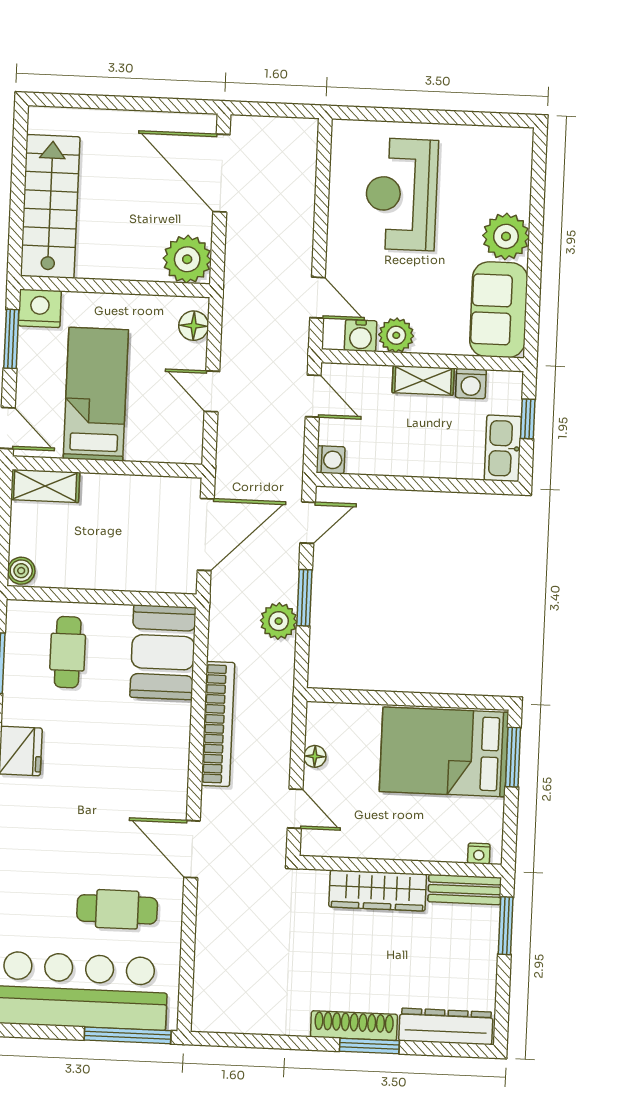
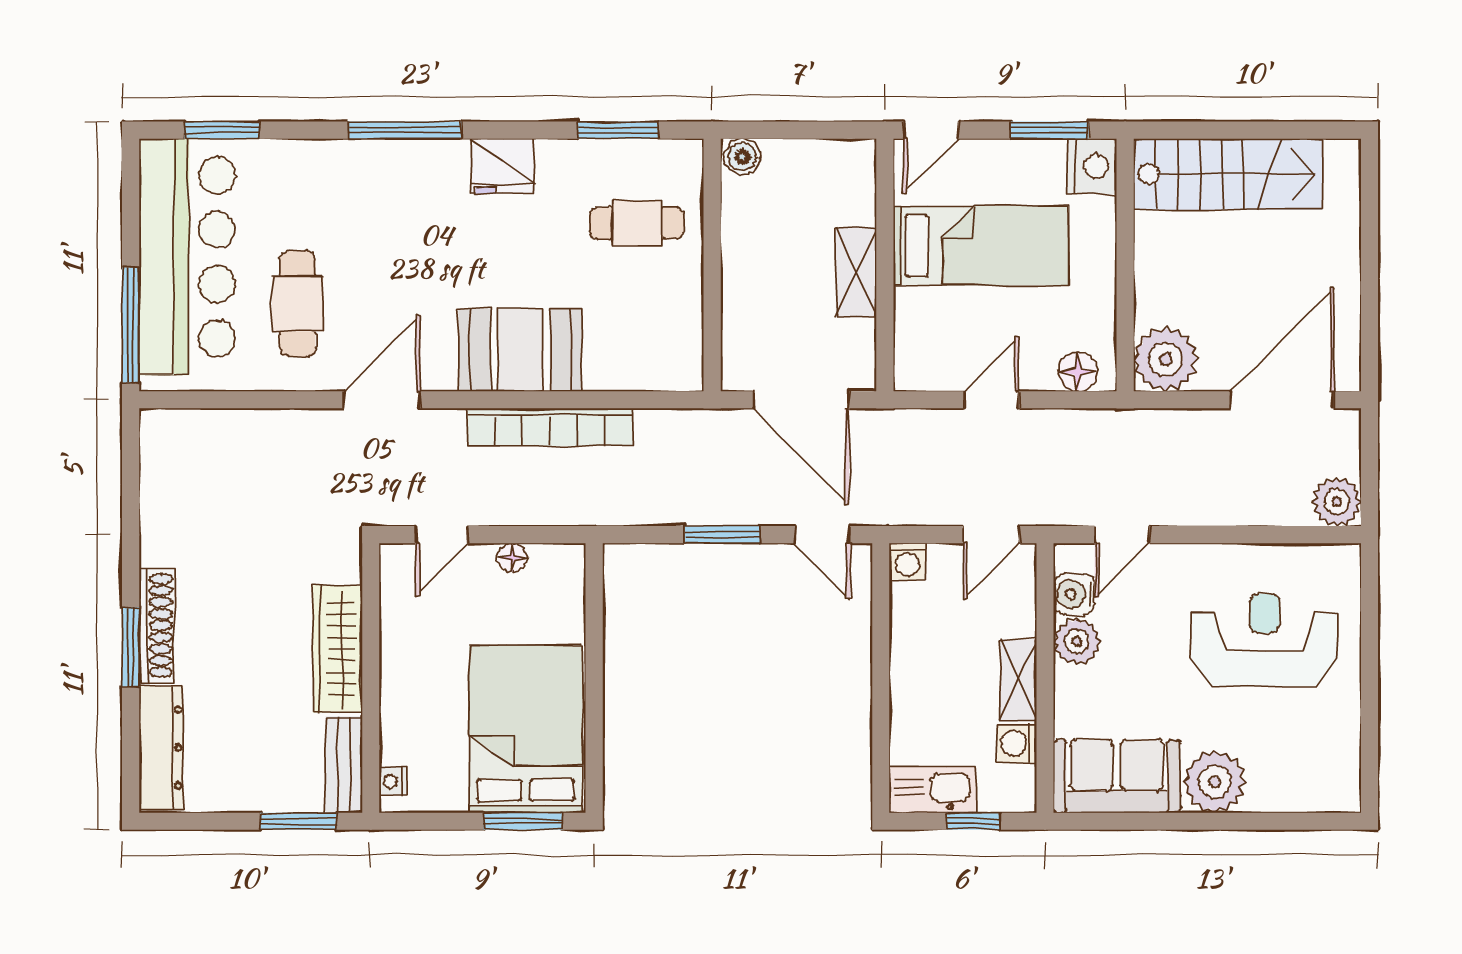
shelving: (45, 486) -> (856, 272), moved
plant: (279, 621) -> (1337, 502), moved
booth: (163, 652) -> (520, 350), moved

